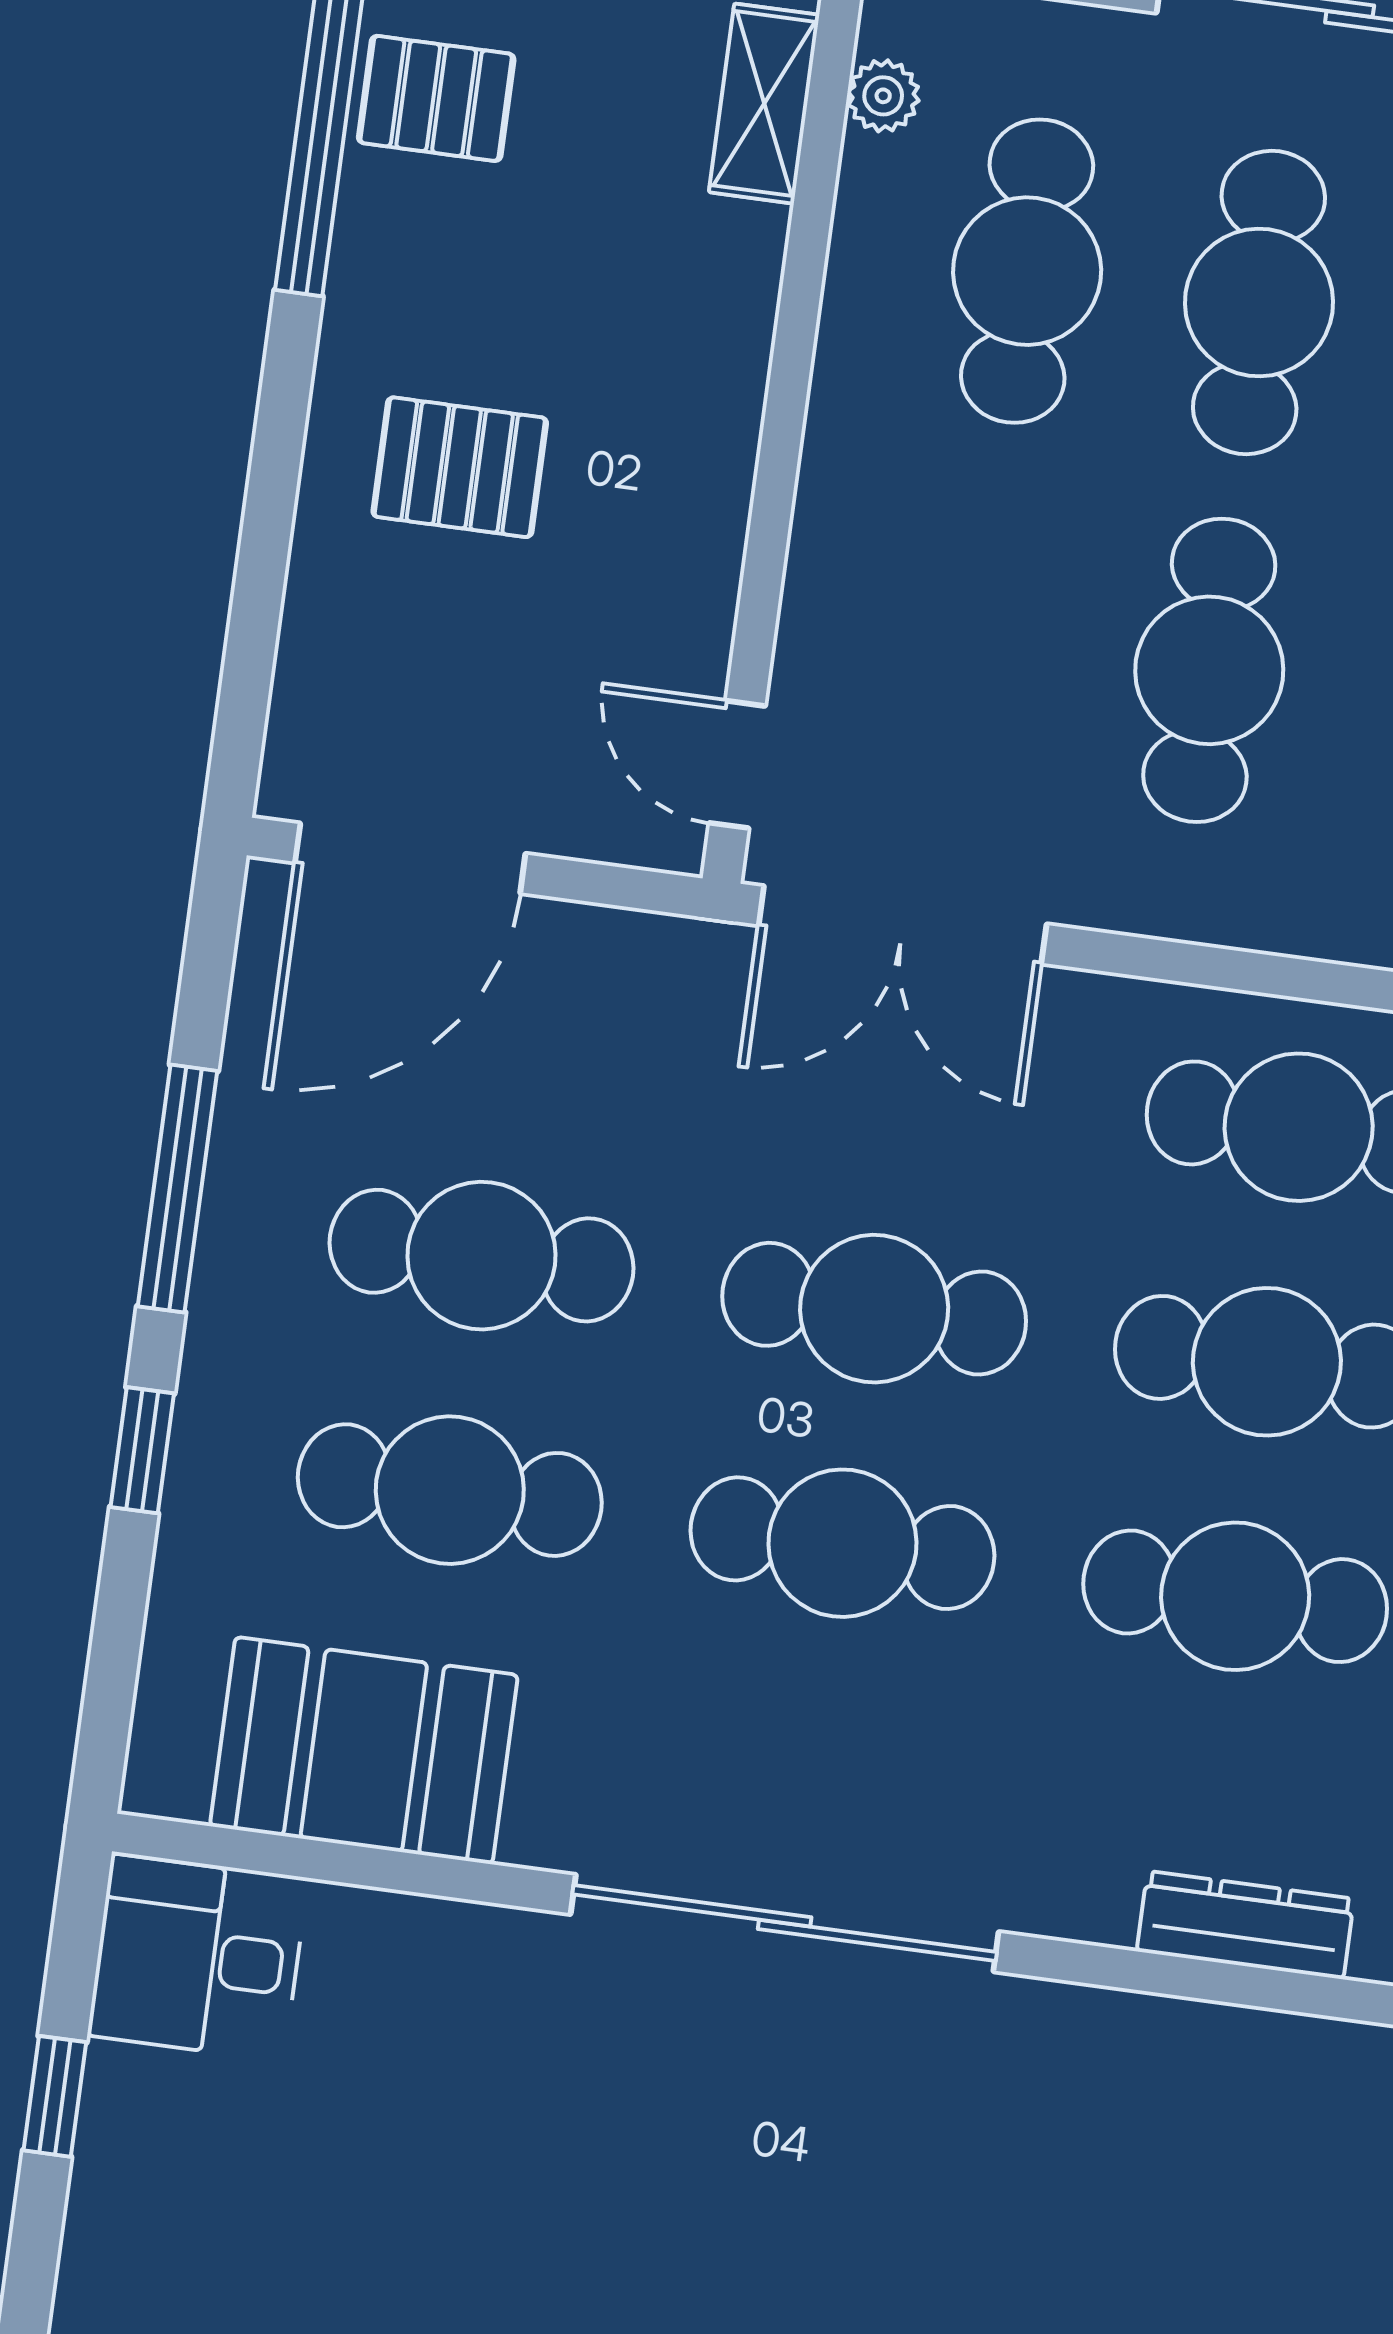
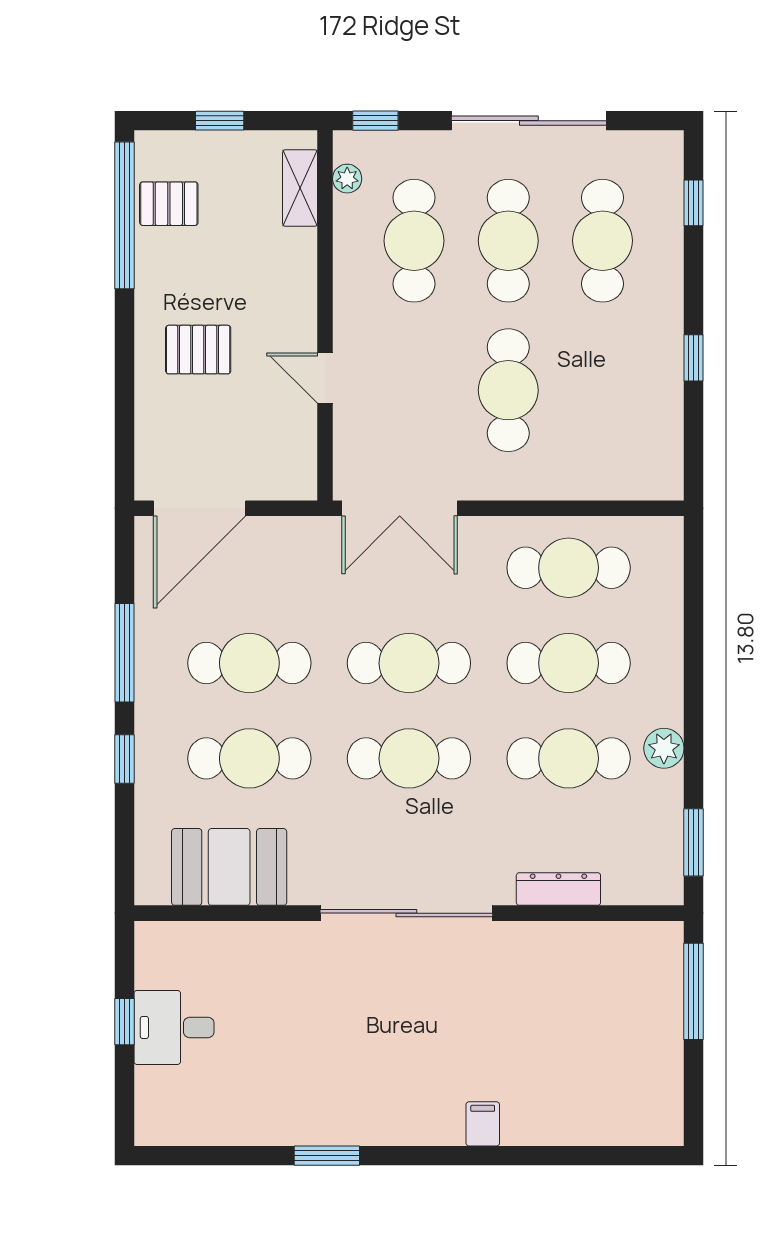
door: (737, 764) -> (325, 378), moved
dresser: (1245, 1925) -> (558, 889), moved
desk: (198, 1958) -> (174, 1027), moved

